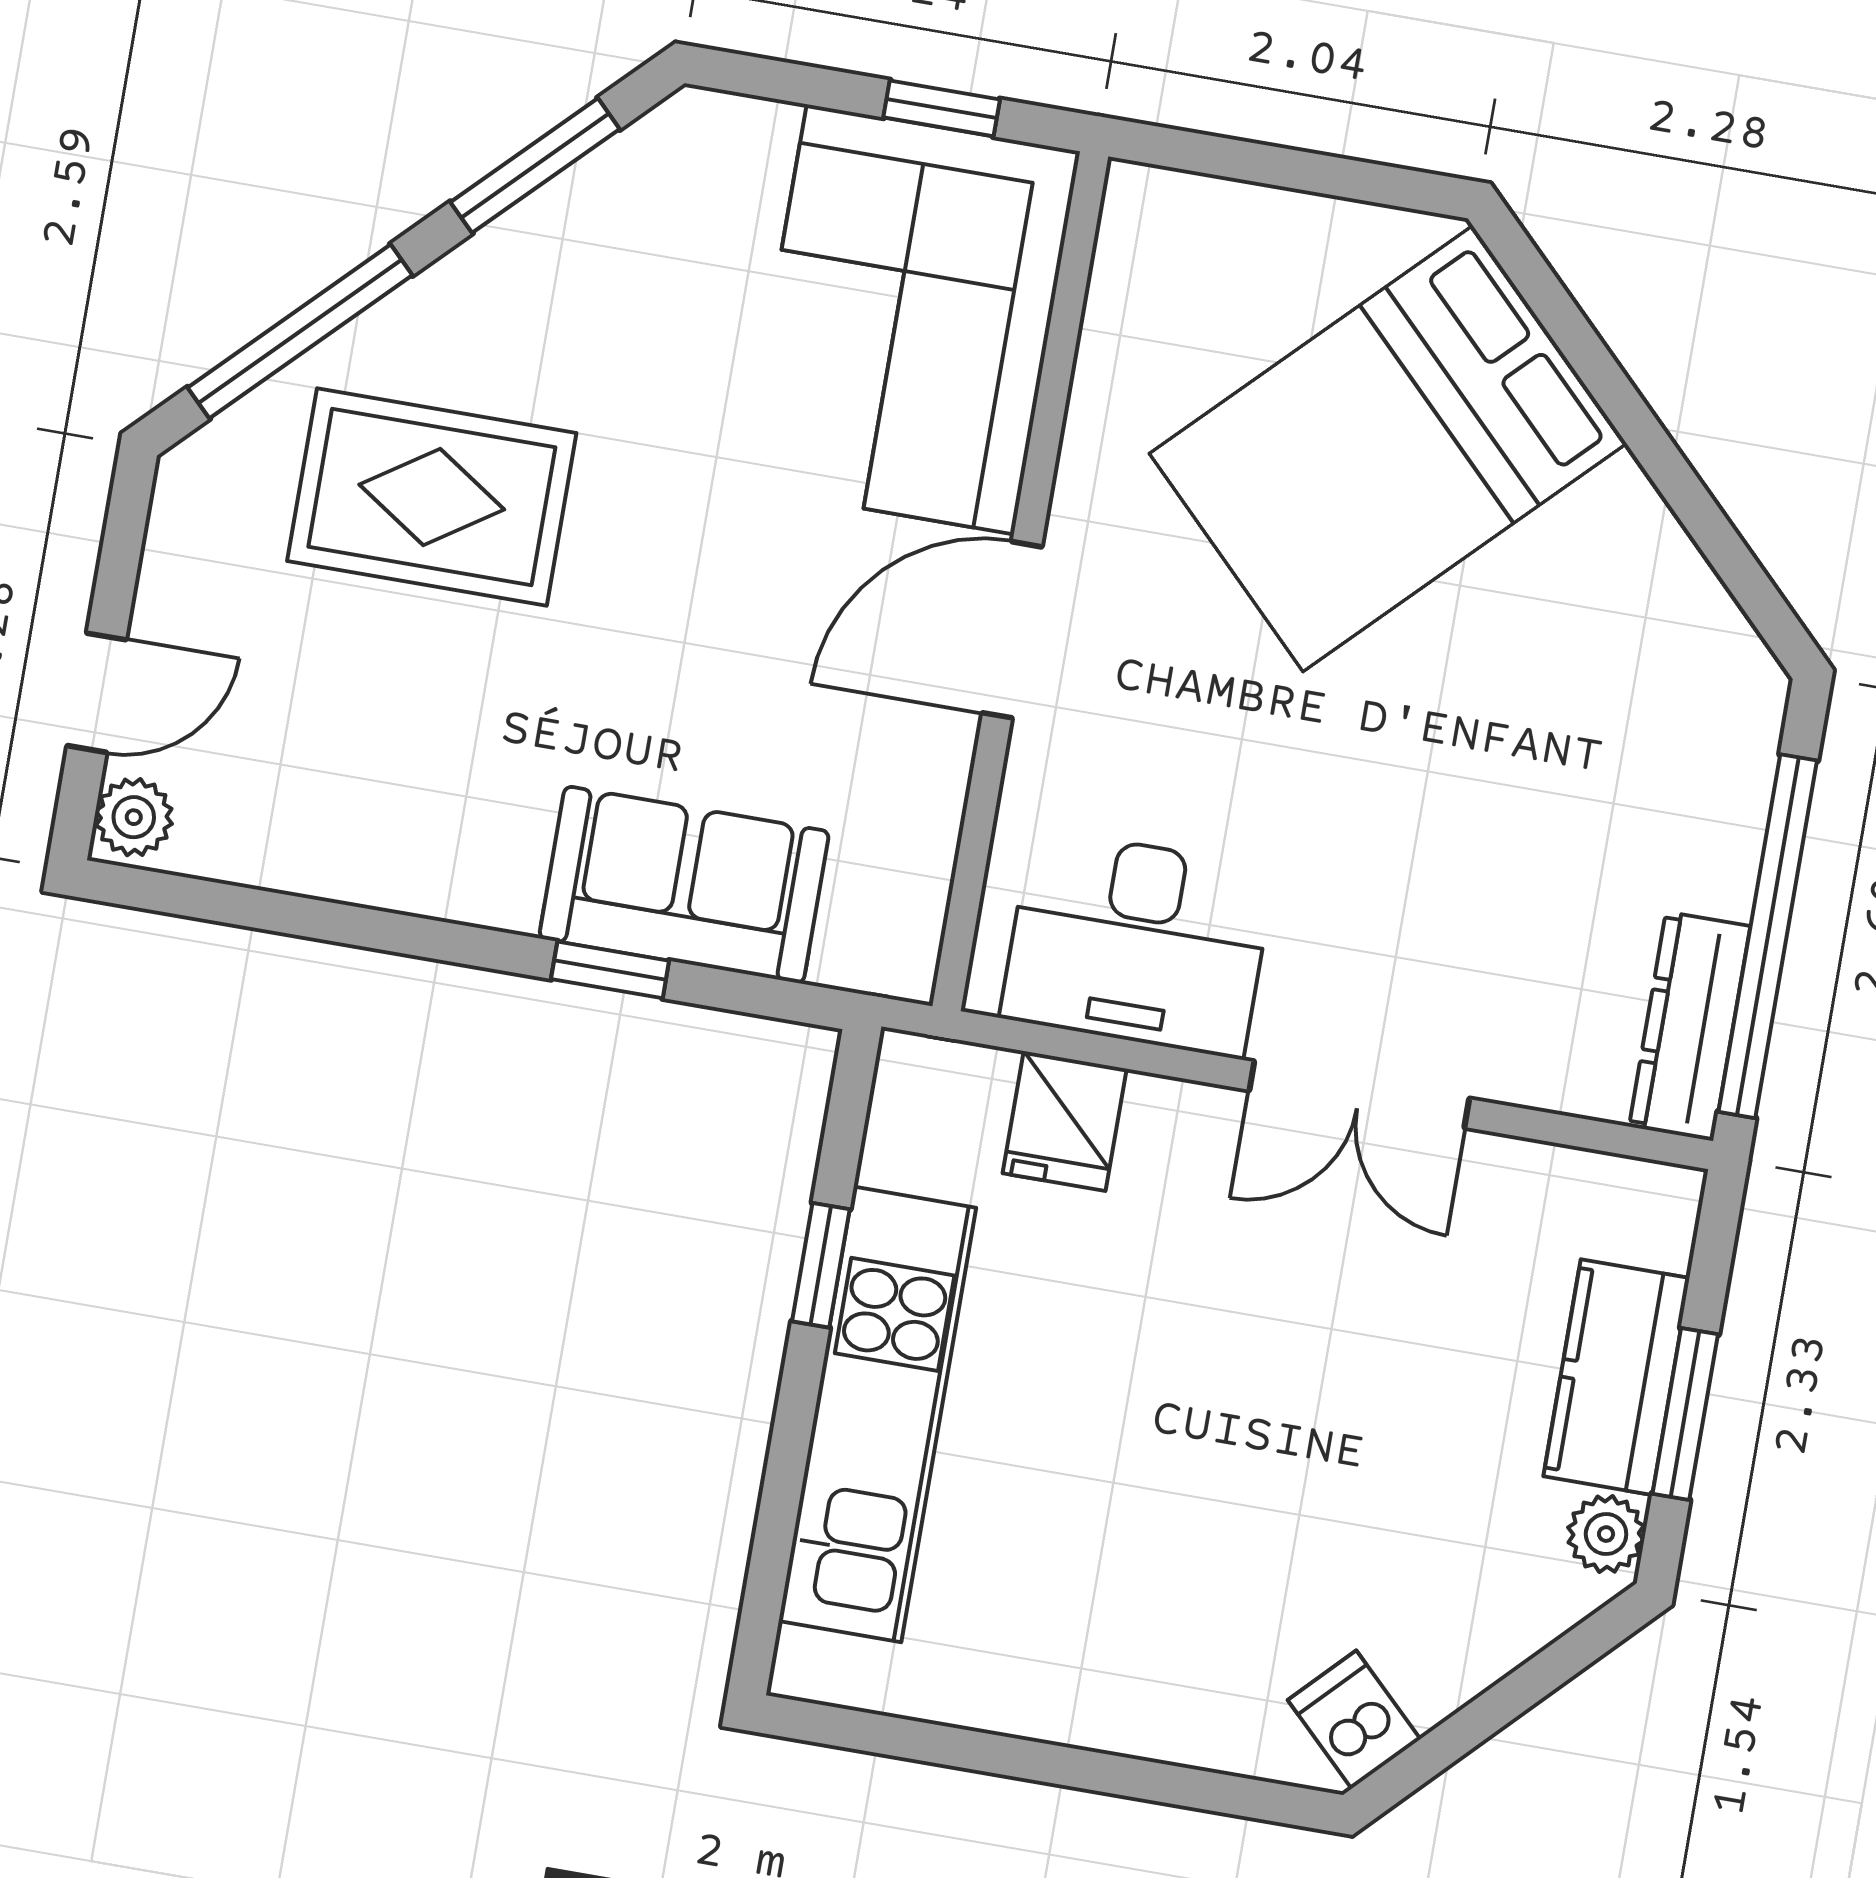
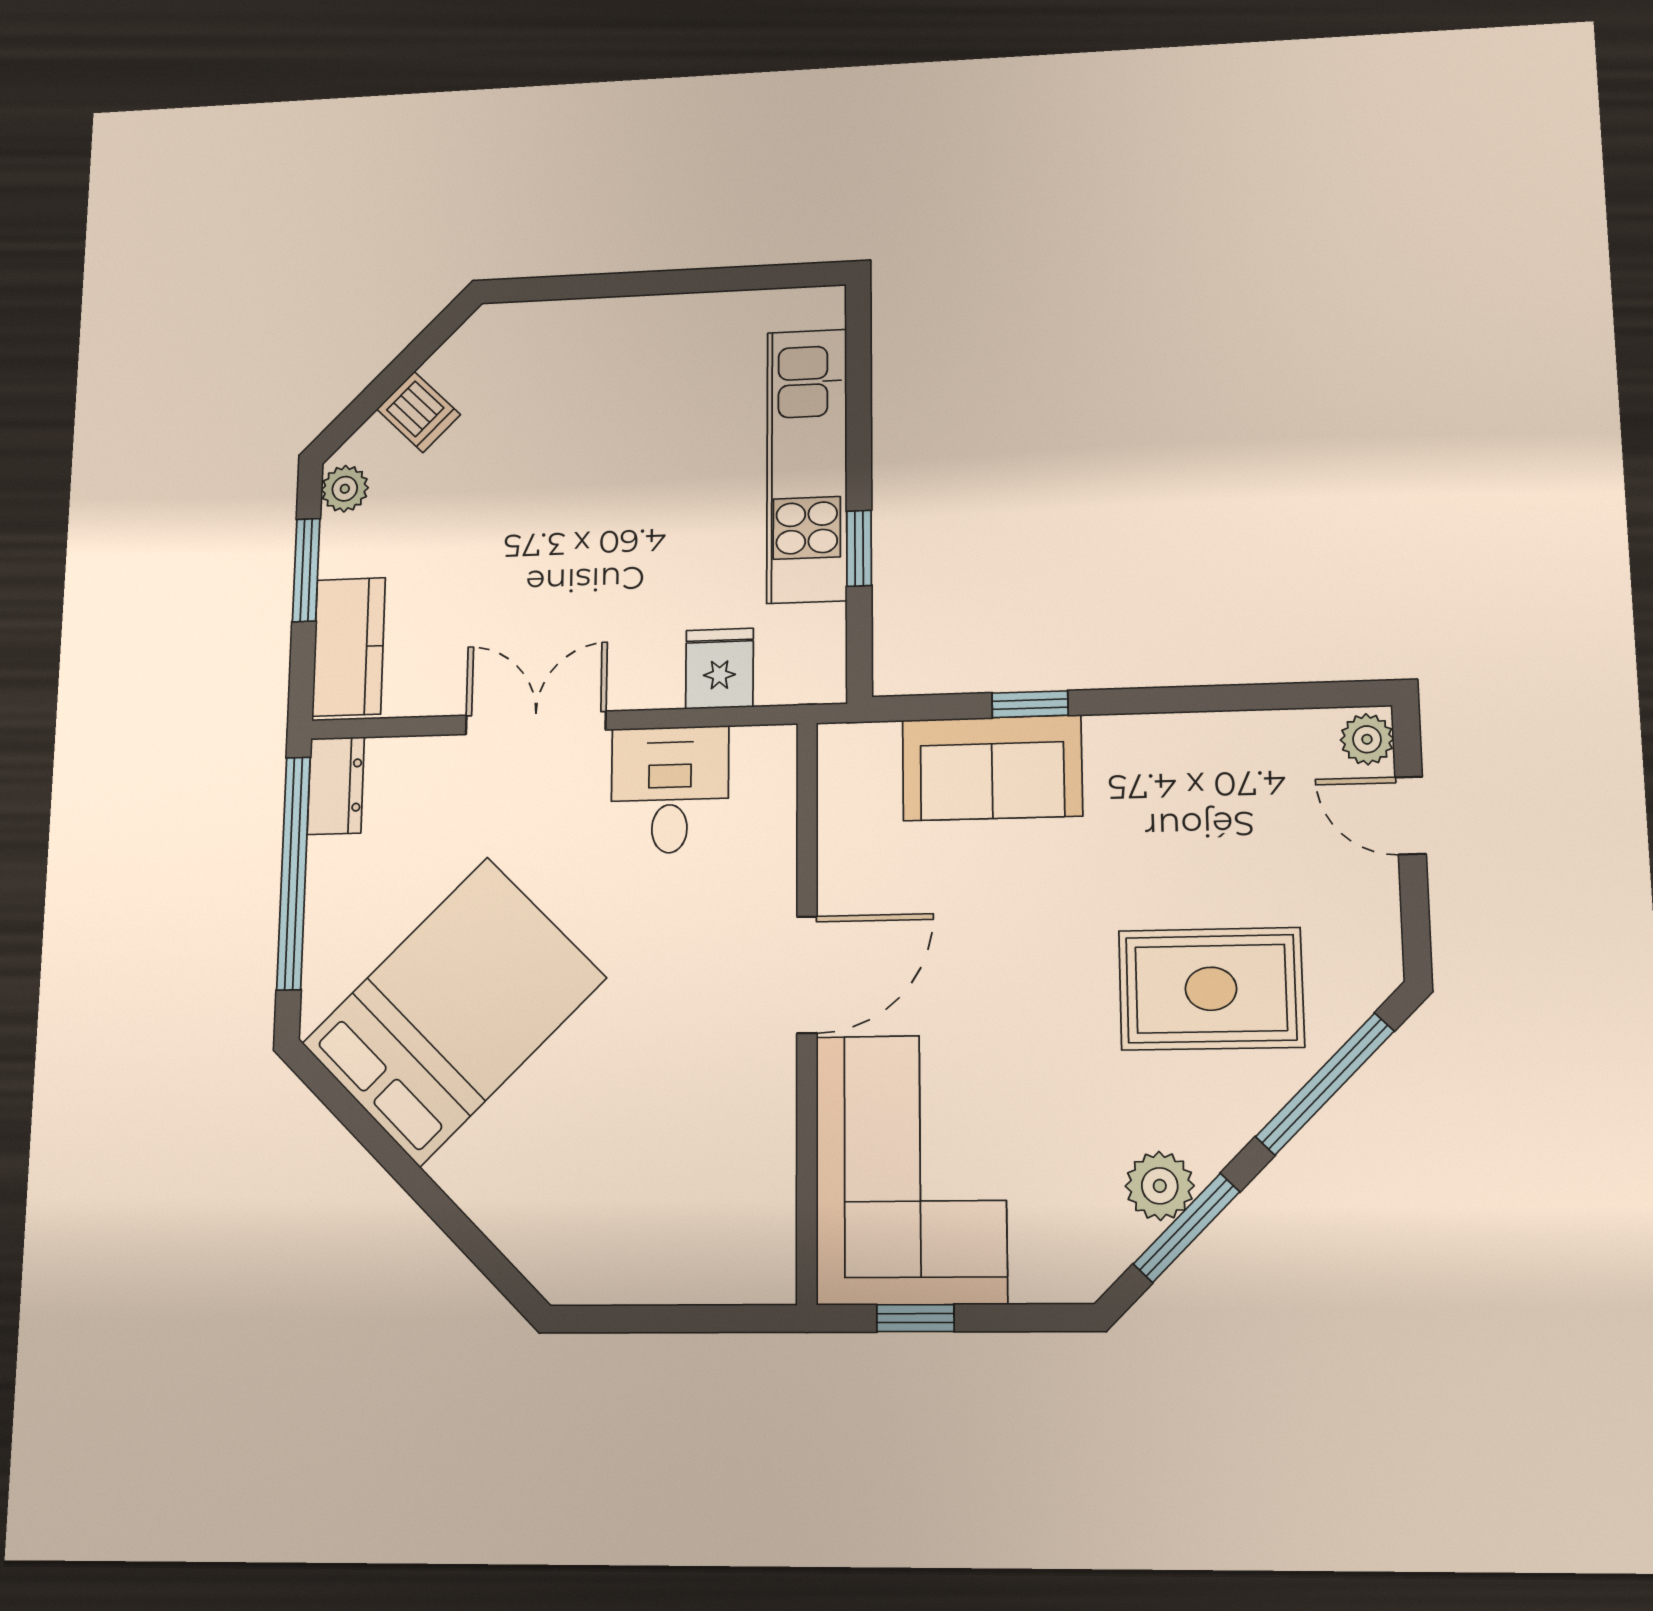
plant: (561, 231) -> (1160, 1186), added
bed: (1388, 449) -> (454, 1011), moved
door: (97, 693) -> (1410, 815), hinge flipped
desk: (1137, 943) -> (670, 790), width x0.73
dresser: (1690, 1026) -> (336, 786), width x0.70
kitchen counter: (1617, 1377) -> (349, 647), moved
dishwasher: (1354, 1720) -> (418, 412), moved

